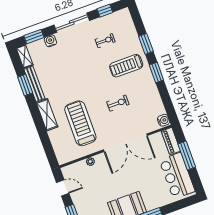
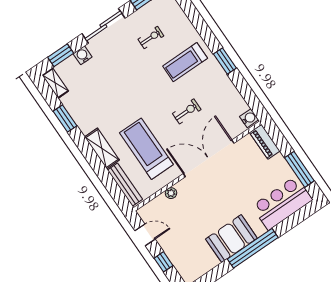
window: (146, 44) -> (203, 29), removed
bench: (34, 84) -> (125, 185), moved
double door: (125, 143) -> (209, 158), swing flipped
window: (187, 155) -> (299, 169), moved
bar counter: (177, 176) -> (282, 203), moved, turned 90

